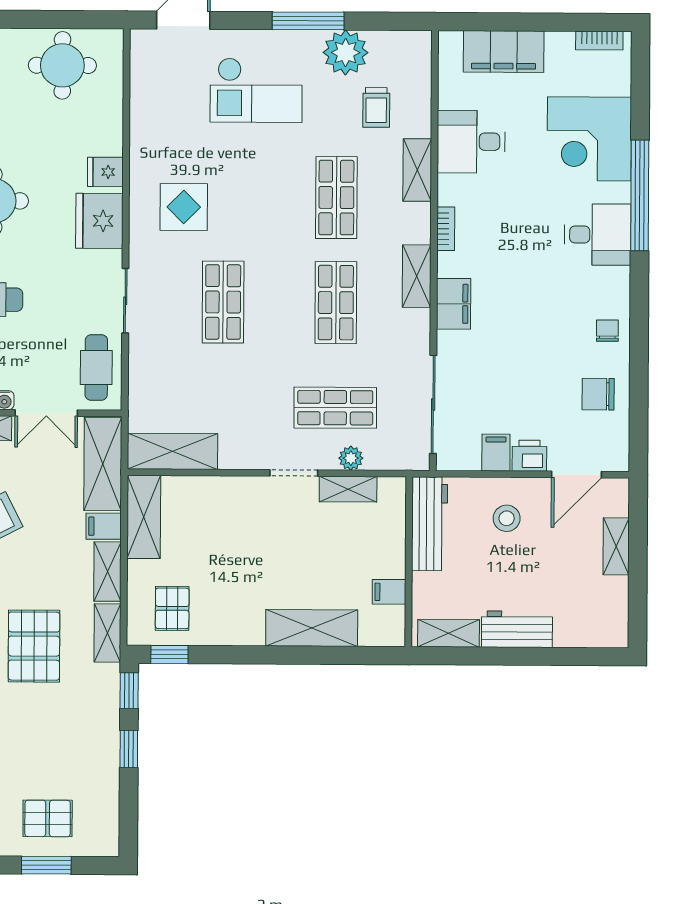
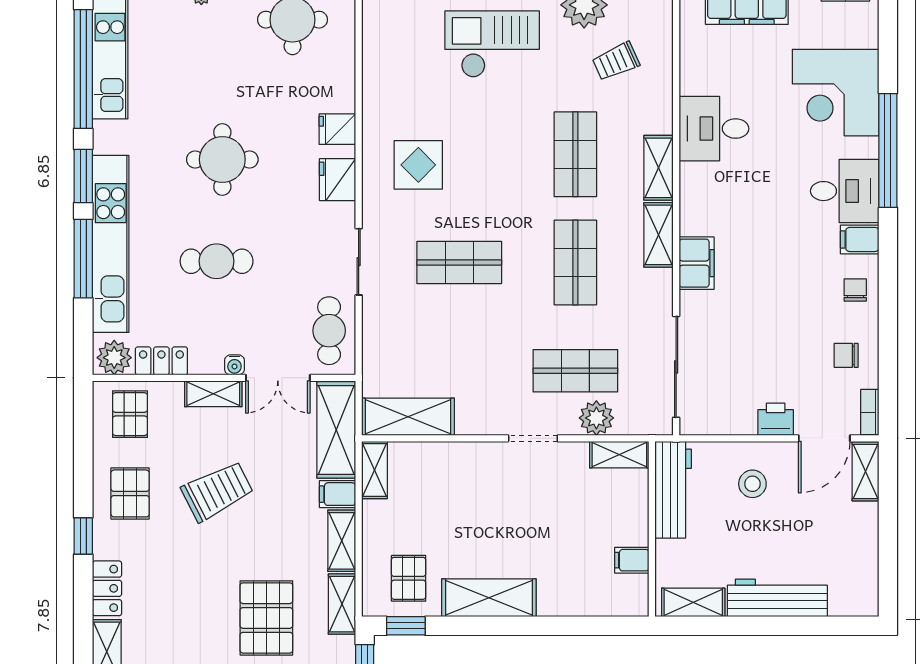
checkout: (256, 90) -> (492, 44), turned 180
trolley: (376, 107) -> (616, 61), turned 66
desk: (471, 142) -> (714, 129), moved
shelving: (417, 170) -> (659, 168), moved
fridge: (99, 221) -> (337, 180), width x0.73, depth x0.75
bookcase: (446, 229) -> (870, 412), moved, turned 180
shop shelf: (223, 302) -> (459, 263), turned 90
chair: (598, 394) -> (846, 355), width x0.73, depth x0.73
filing cabinet: (496, 453) -> (860, 239), moved, turned -90
plant: (351, 458) -> (596, 418), width x1.38, depth x1.38
shelving: (348, 489) -> (619, 455), moved
shelving: (144, 517) -> (374, 470), width x0.67, depth x0.75
shelving: (616, 546) -> (865, 471), moved
shelving: (312, 628) -> (489, 598), moved
workbench: (517, 629) -> (777, 598), width x1.38

